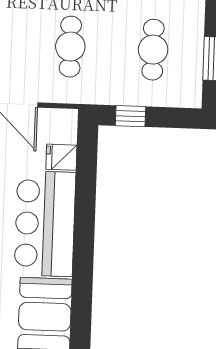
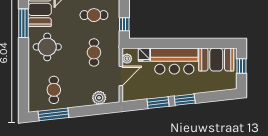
cafe table: (70, 47) -> (94, 52), turned 90
plant: (54, 119) -> (127, 59), added

